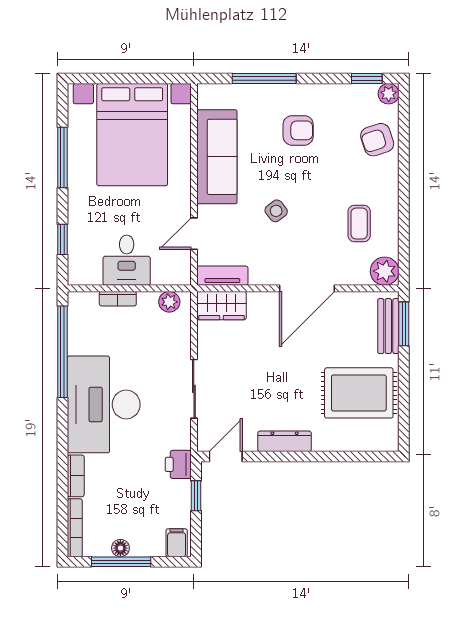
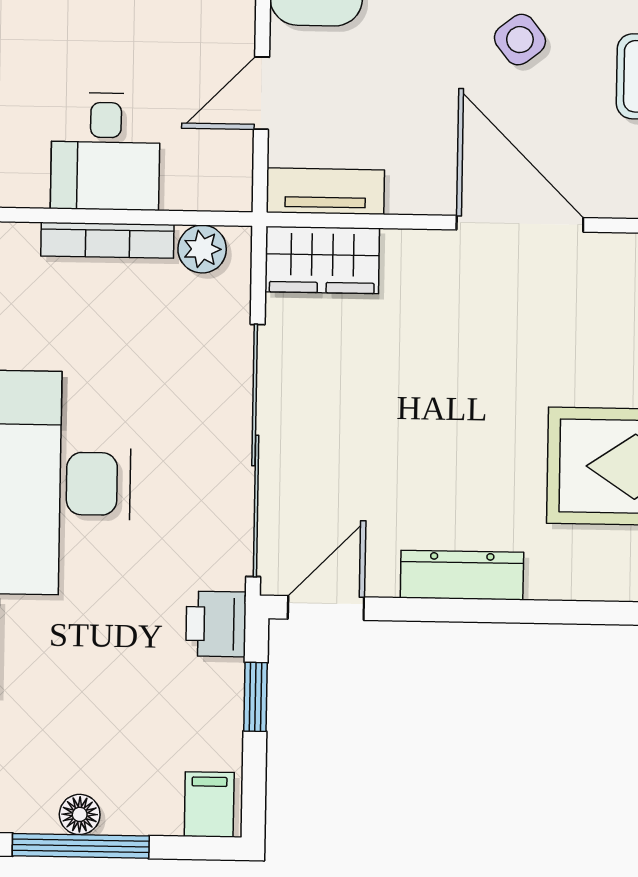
side table: (276, 211) -> (520, 40), moved
door: (307, 288) -> (520, 224), swing flipped
bookcase: (118, 299) -> (107, 240), width x1.56
sliding door: (194, 389) -> (255, 450), width x1.86

